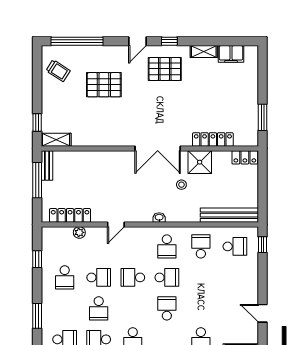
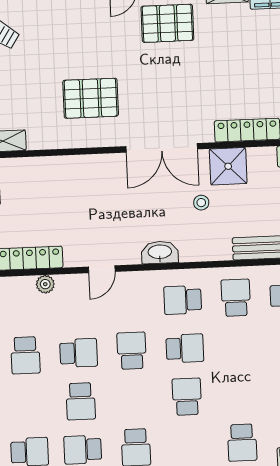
pallet: (104, 85) -> (91, 98), moved
washbasin: (159, 218) -> (160, 252), width x1.91, depth x1.45
school desk: (167, 246) -> (183, 300), turned 90
school desk: (133, 277) -> (132, 351), turned 90

